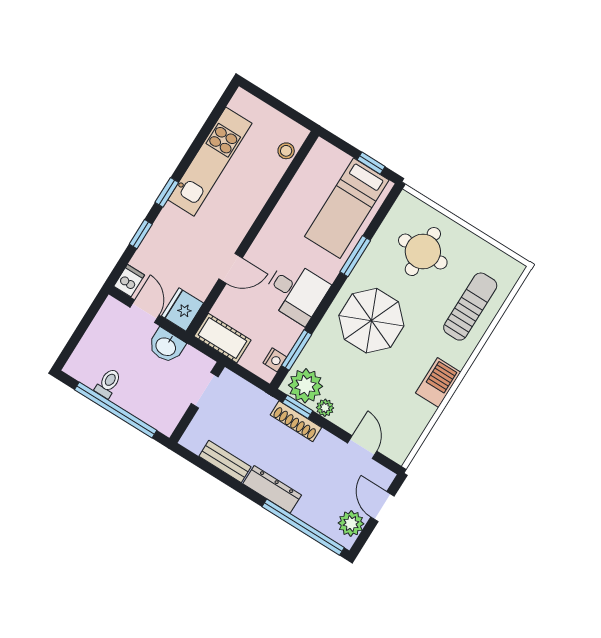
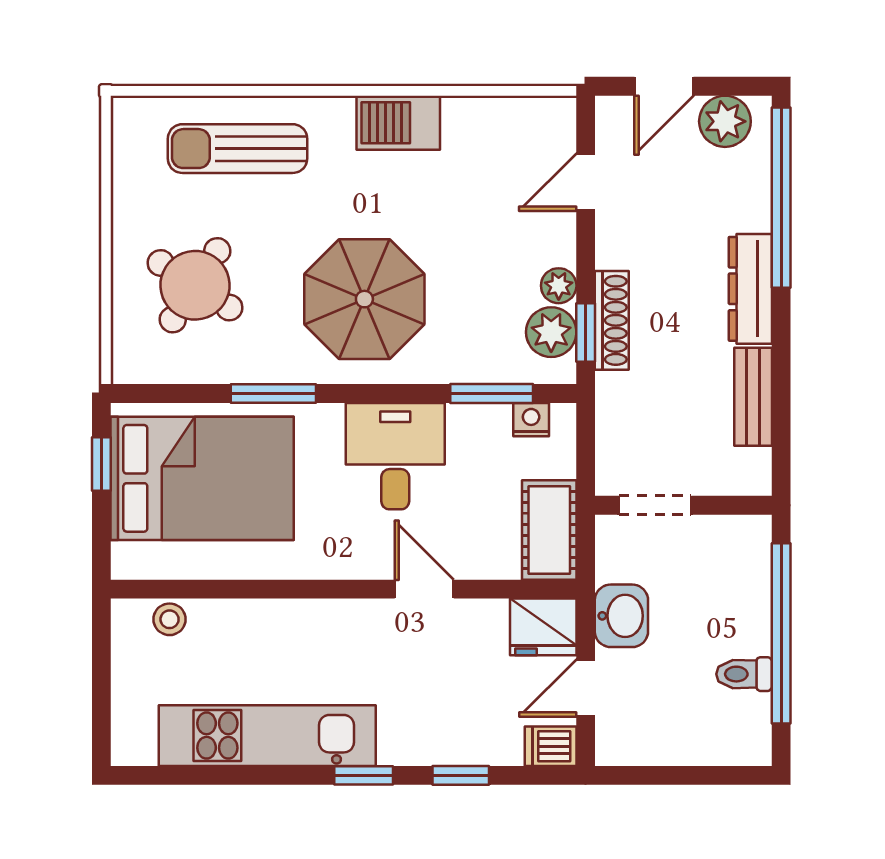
bed: (347, 208) -> (202, 478), width x1.50
round table: (423, 252) -> (195, 285), turned 33
plant: (306, 386) -> (551, 332), width x0.73, depth x0.73

